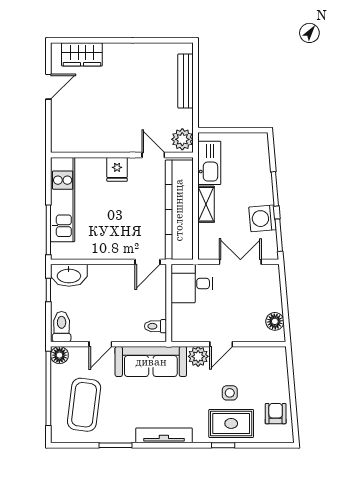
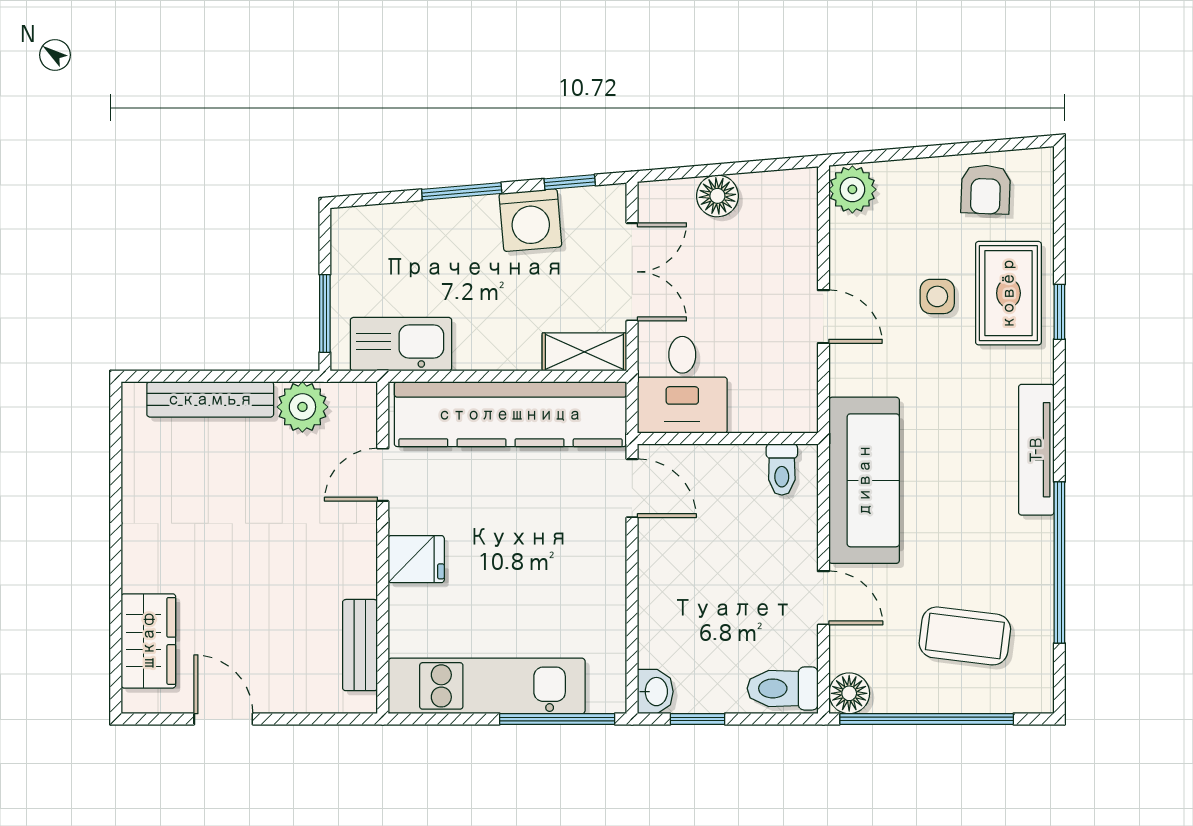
window: (222, 130) -> (325, 313), added
plant: (182, 139) -> (302, 407), moved
bench: (80, 145) -> (360, 645), added
shelving: (206, 204) -> (584, 352), moved
window: (279, 235) -> (570, 182), width x0.67
double door: (240, 262) -> (632, 272), swing flipped
washbasin: (69, 275) -> (655, 692), width x0.52, depth x0.69
floor lamp: (275, 321) -> (717, 196), moved
plant: (198, 356) -> (852, 189), moved
coffee table: (84, 405) -> (965, 636), width x0.73, depth x0.76
armchair: (276, 414) -> (986, 189), turned -88
window: (116, 445) -> (1059, 563), width x2.11

